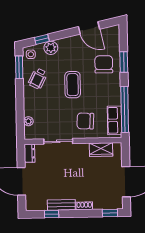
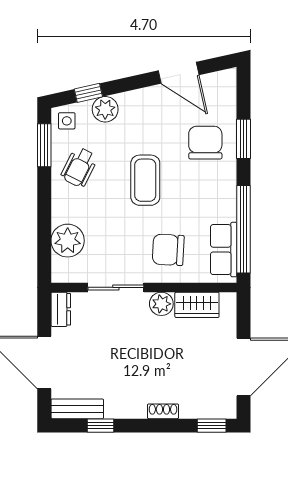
plant: (28, 121) -> (68, 241), width x1.87, depth x1.87
plant: (82, 149) -> (161, 304), added
bench: (61, 205) -> (77, 409), moved

